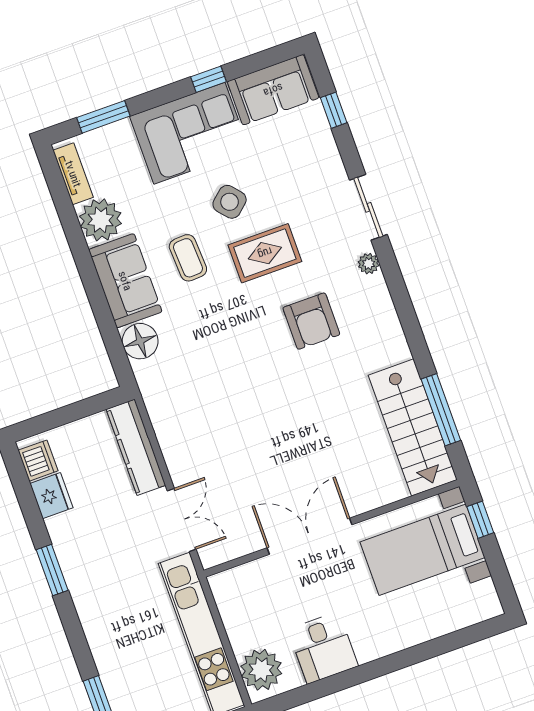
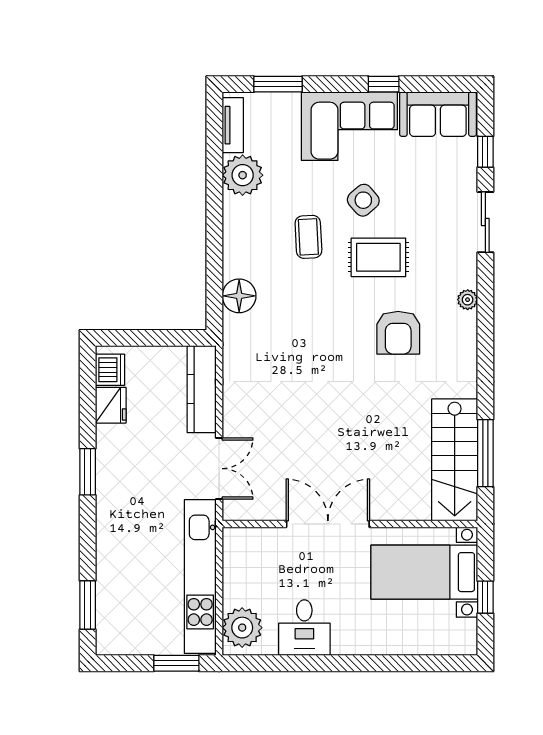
sliding door: (368, 207) -> (485, 222), moved
sofa: (125, 281) -> (245, 237), removed
window: (480, 520) -> (485, 597), moved

